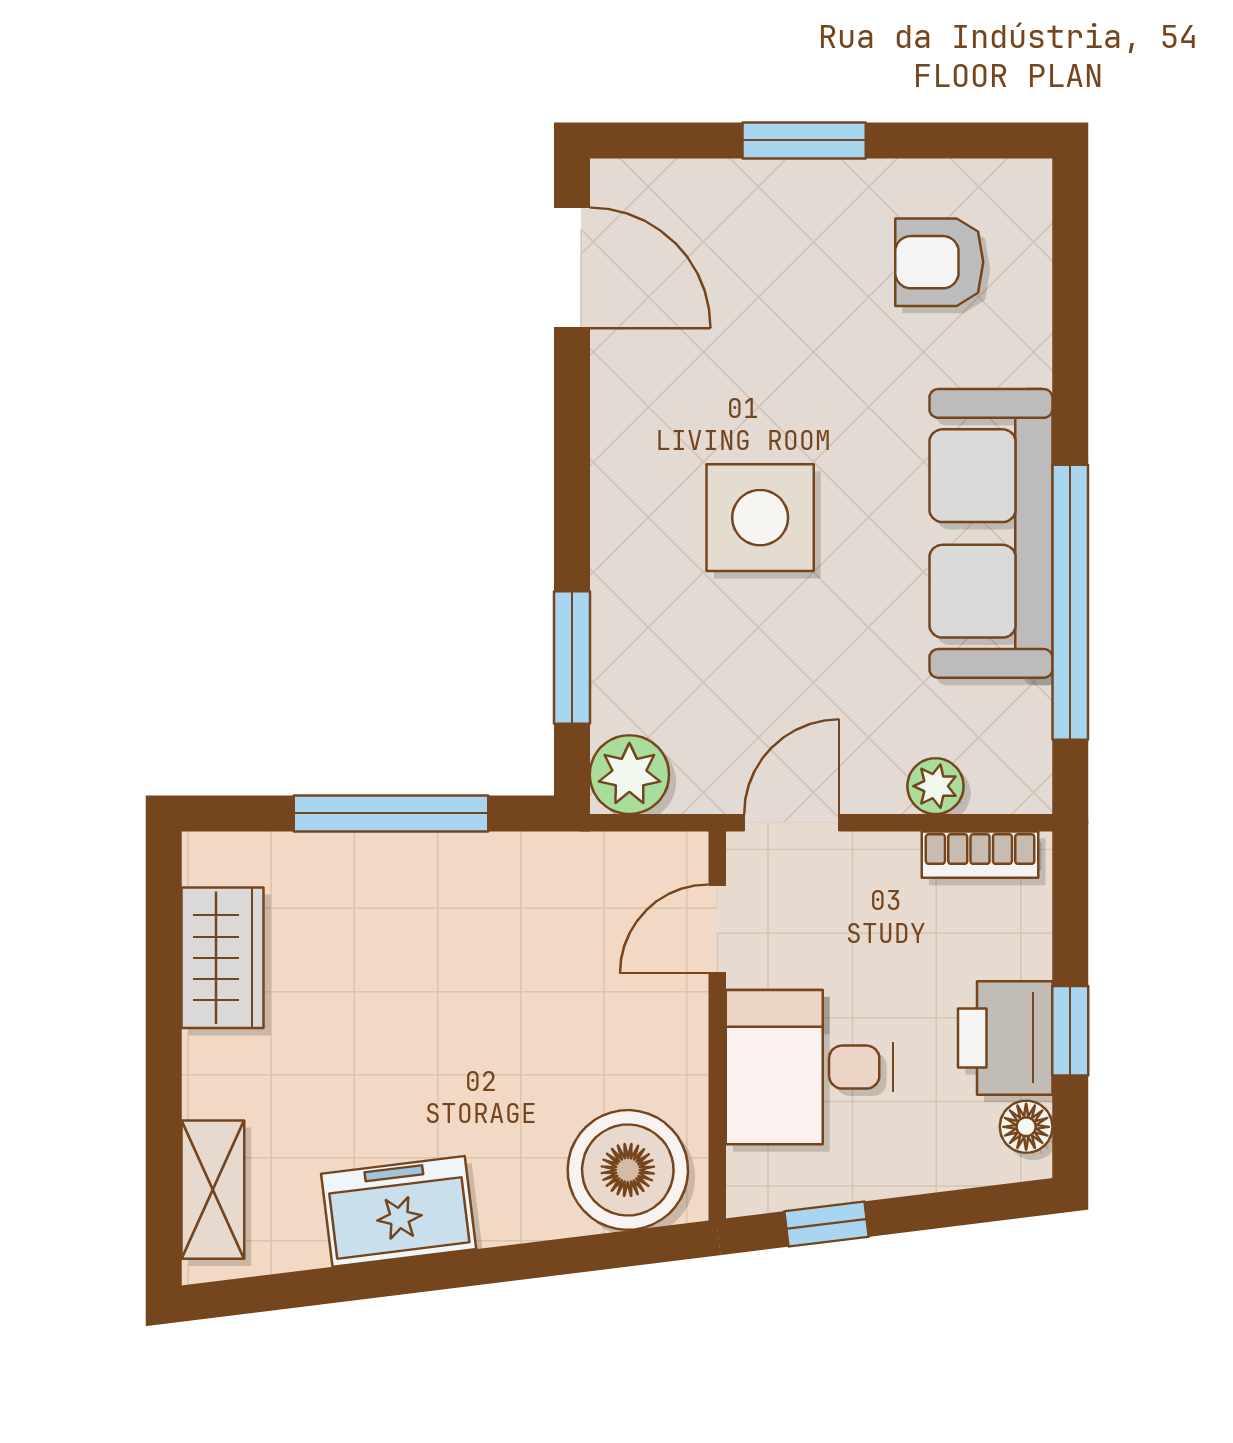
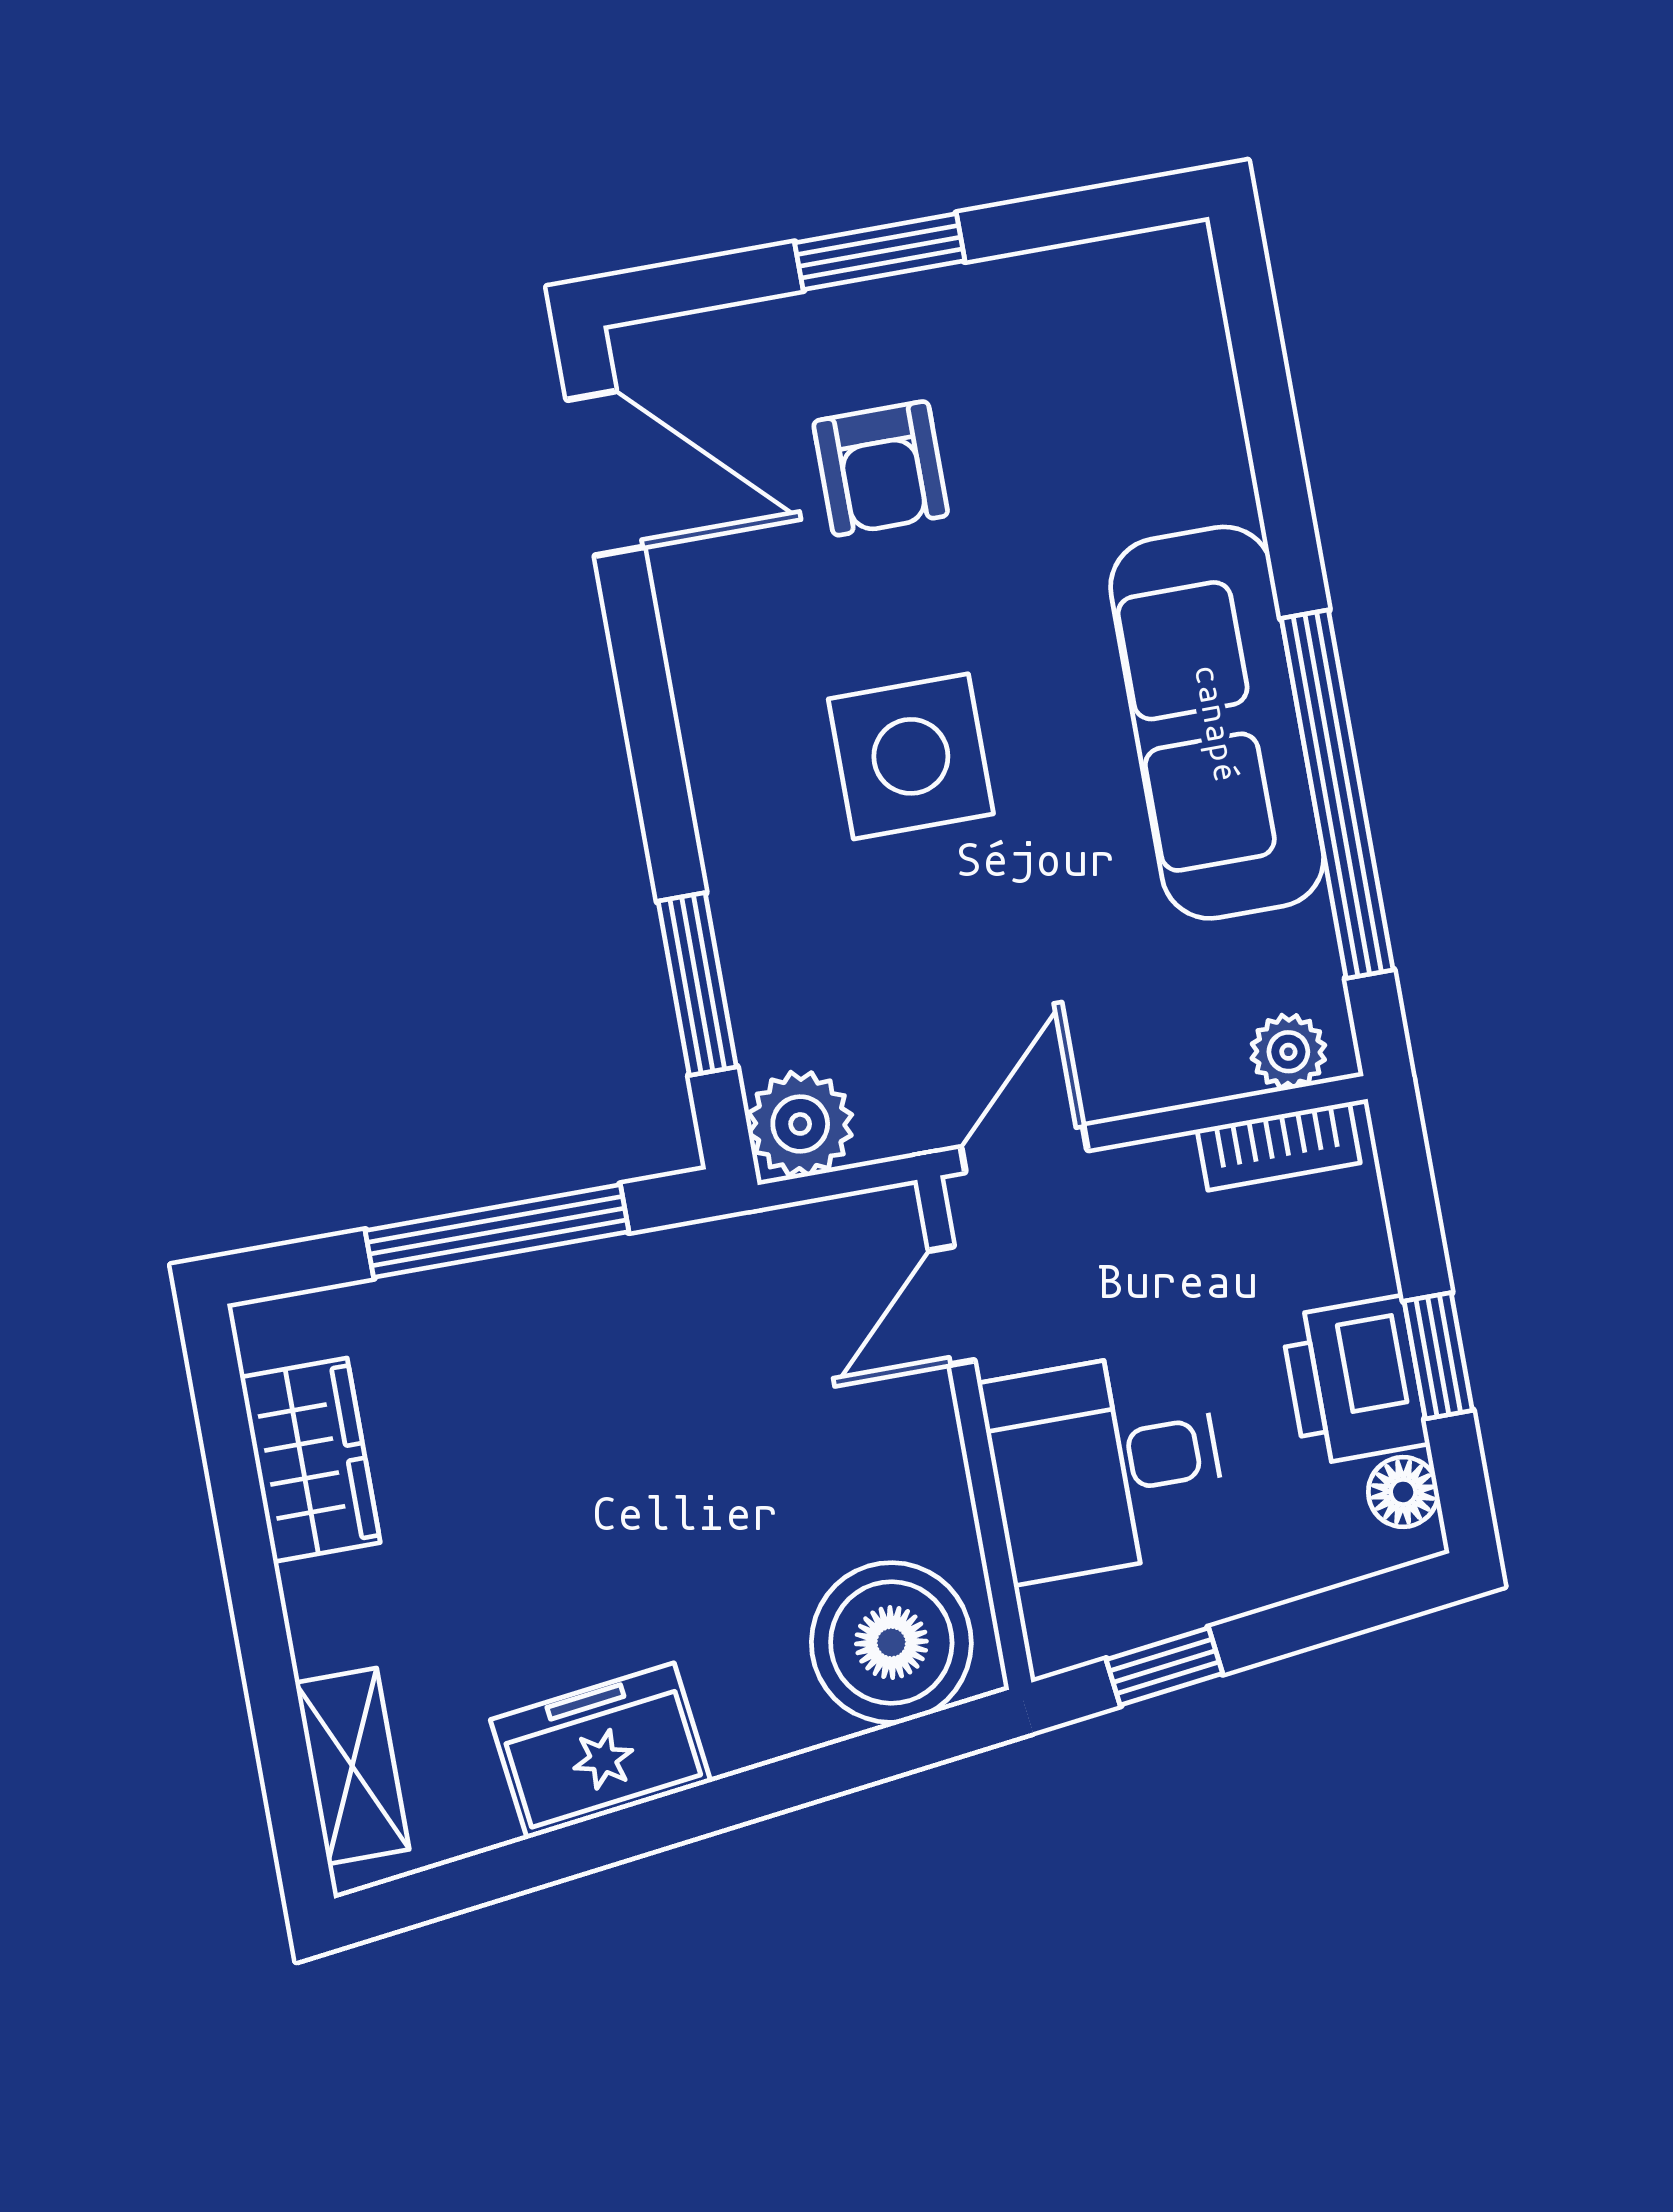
armchair: (939, 262) -> (881, 468), moved, turned -90
plant: (935, 786) -> (1288, 1052), moved

